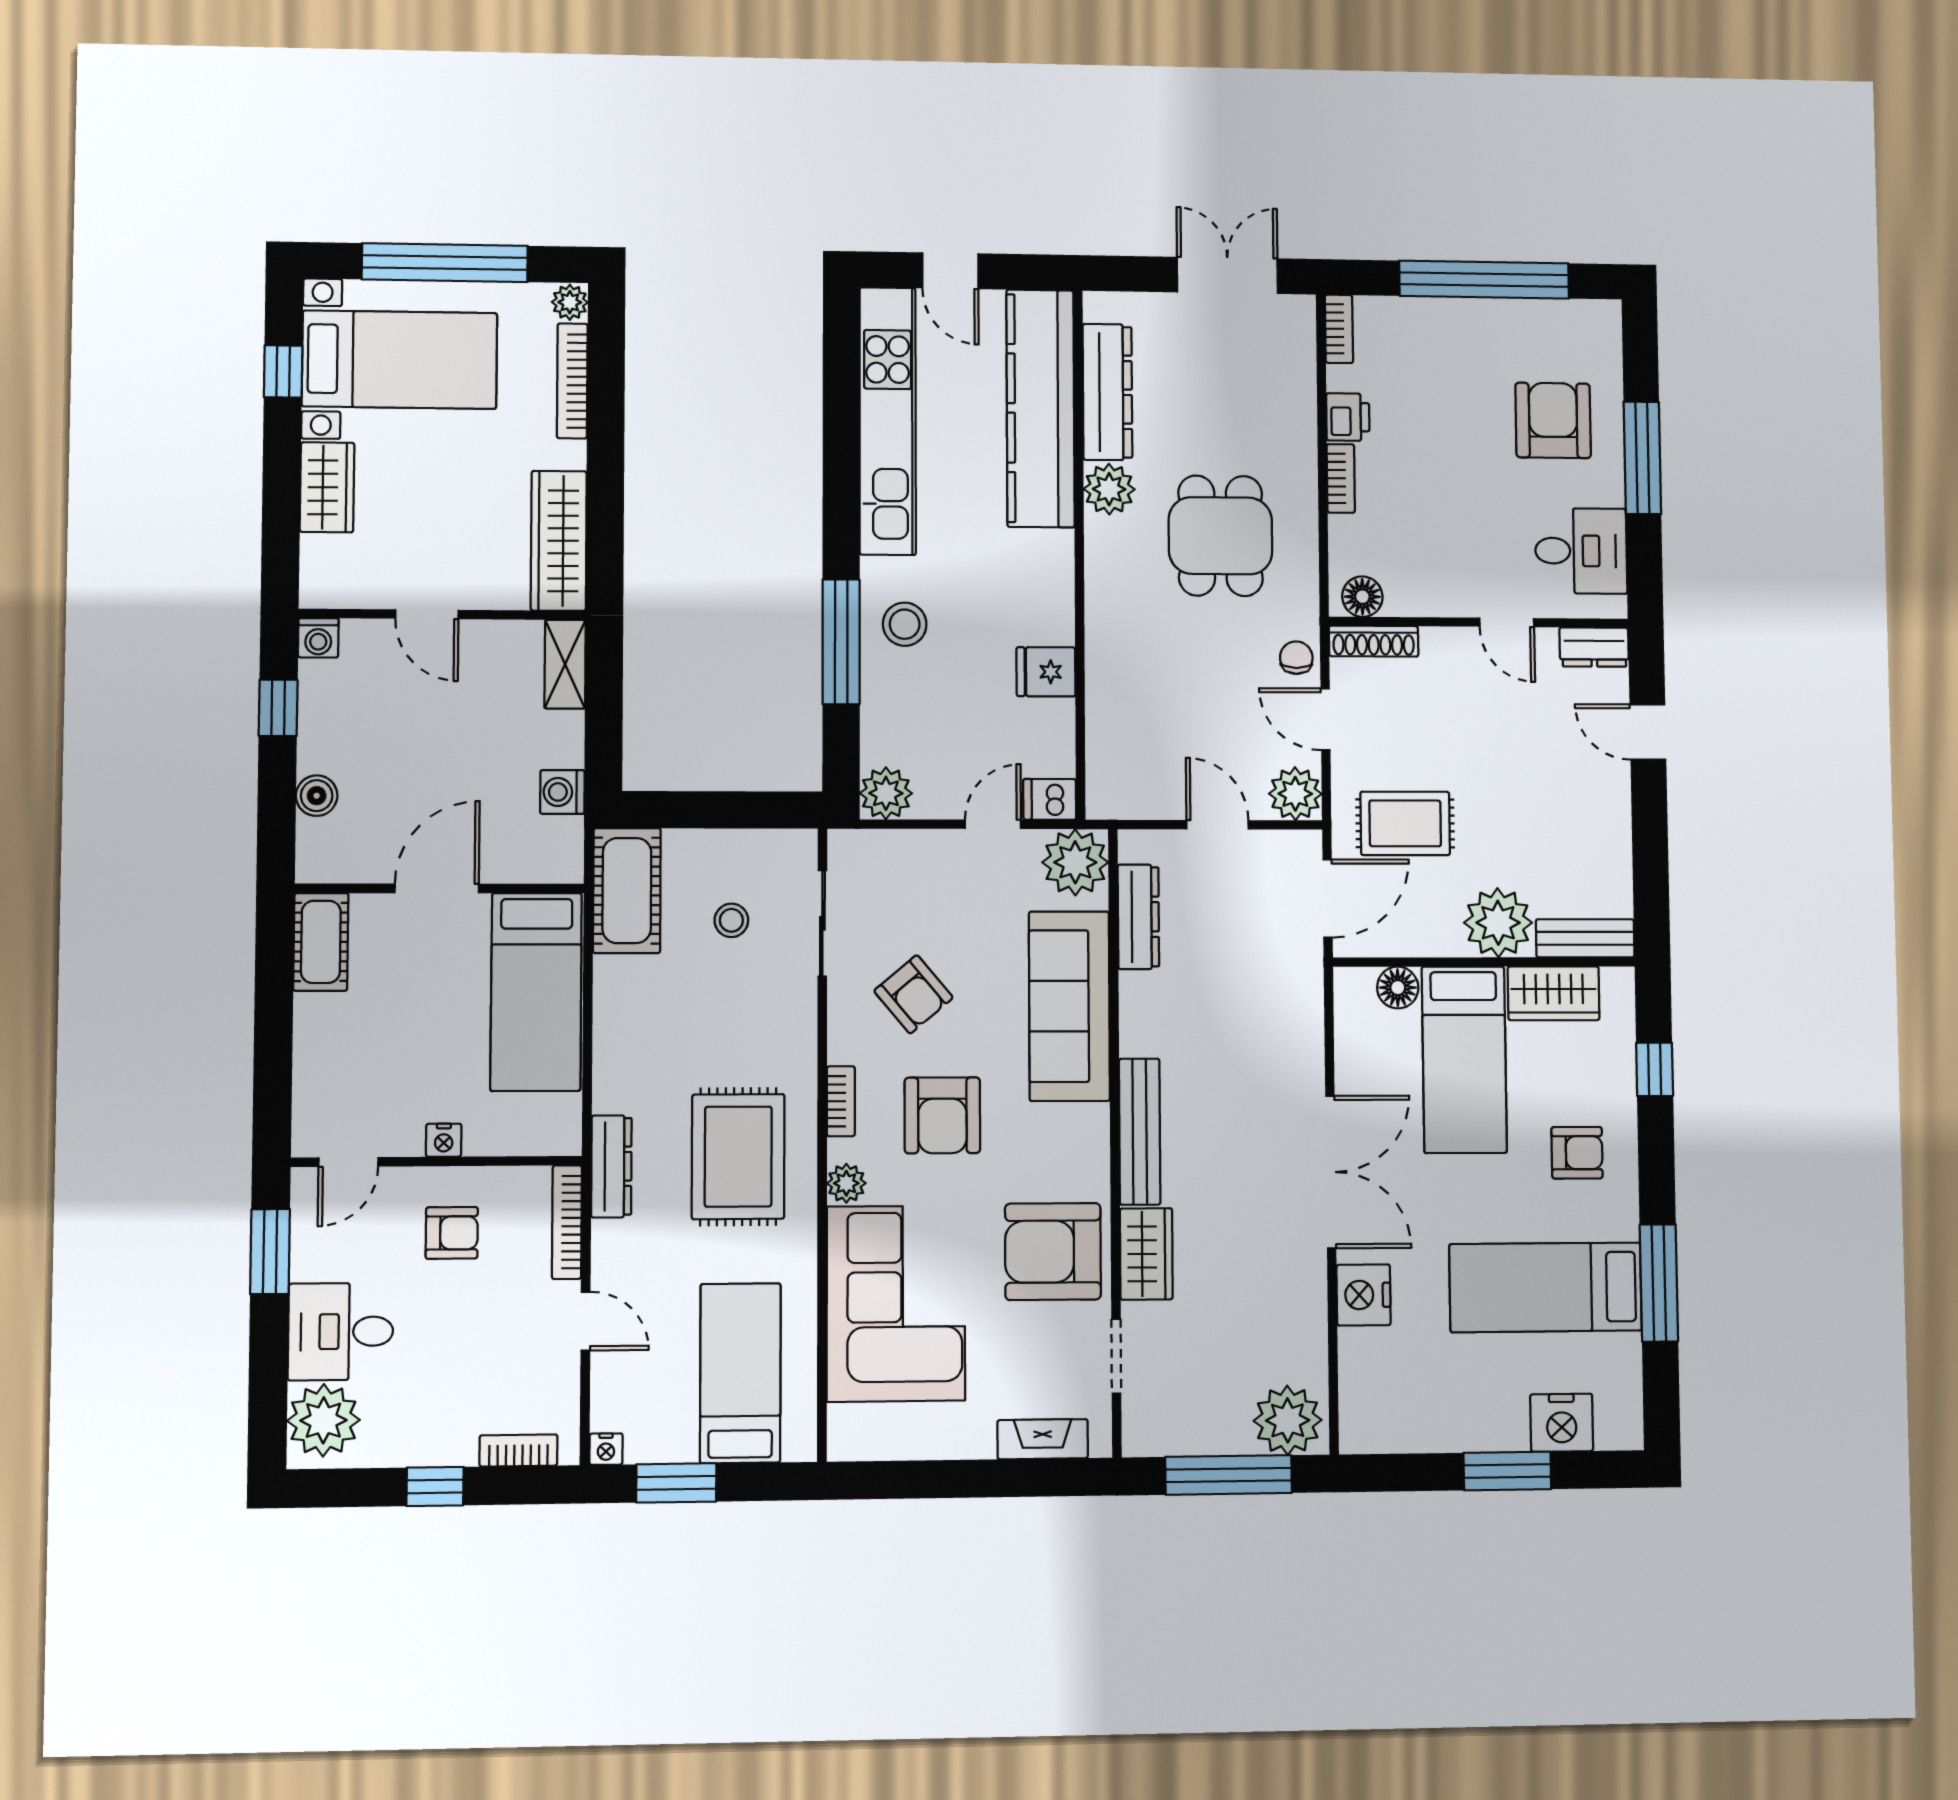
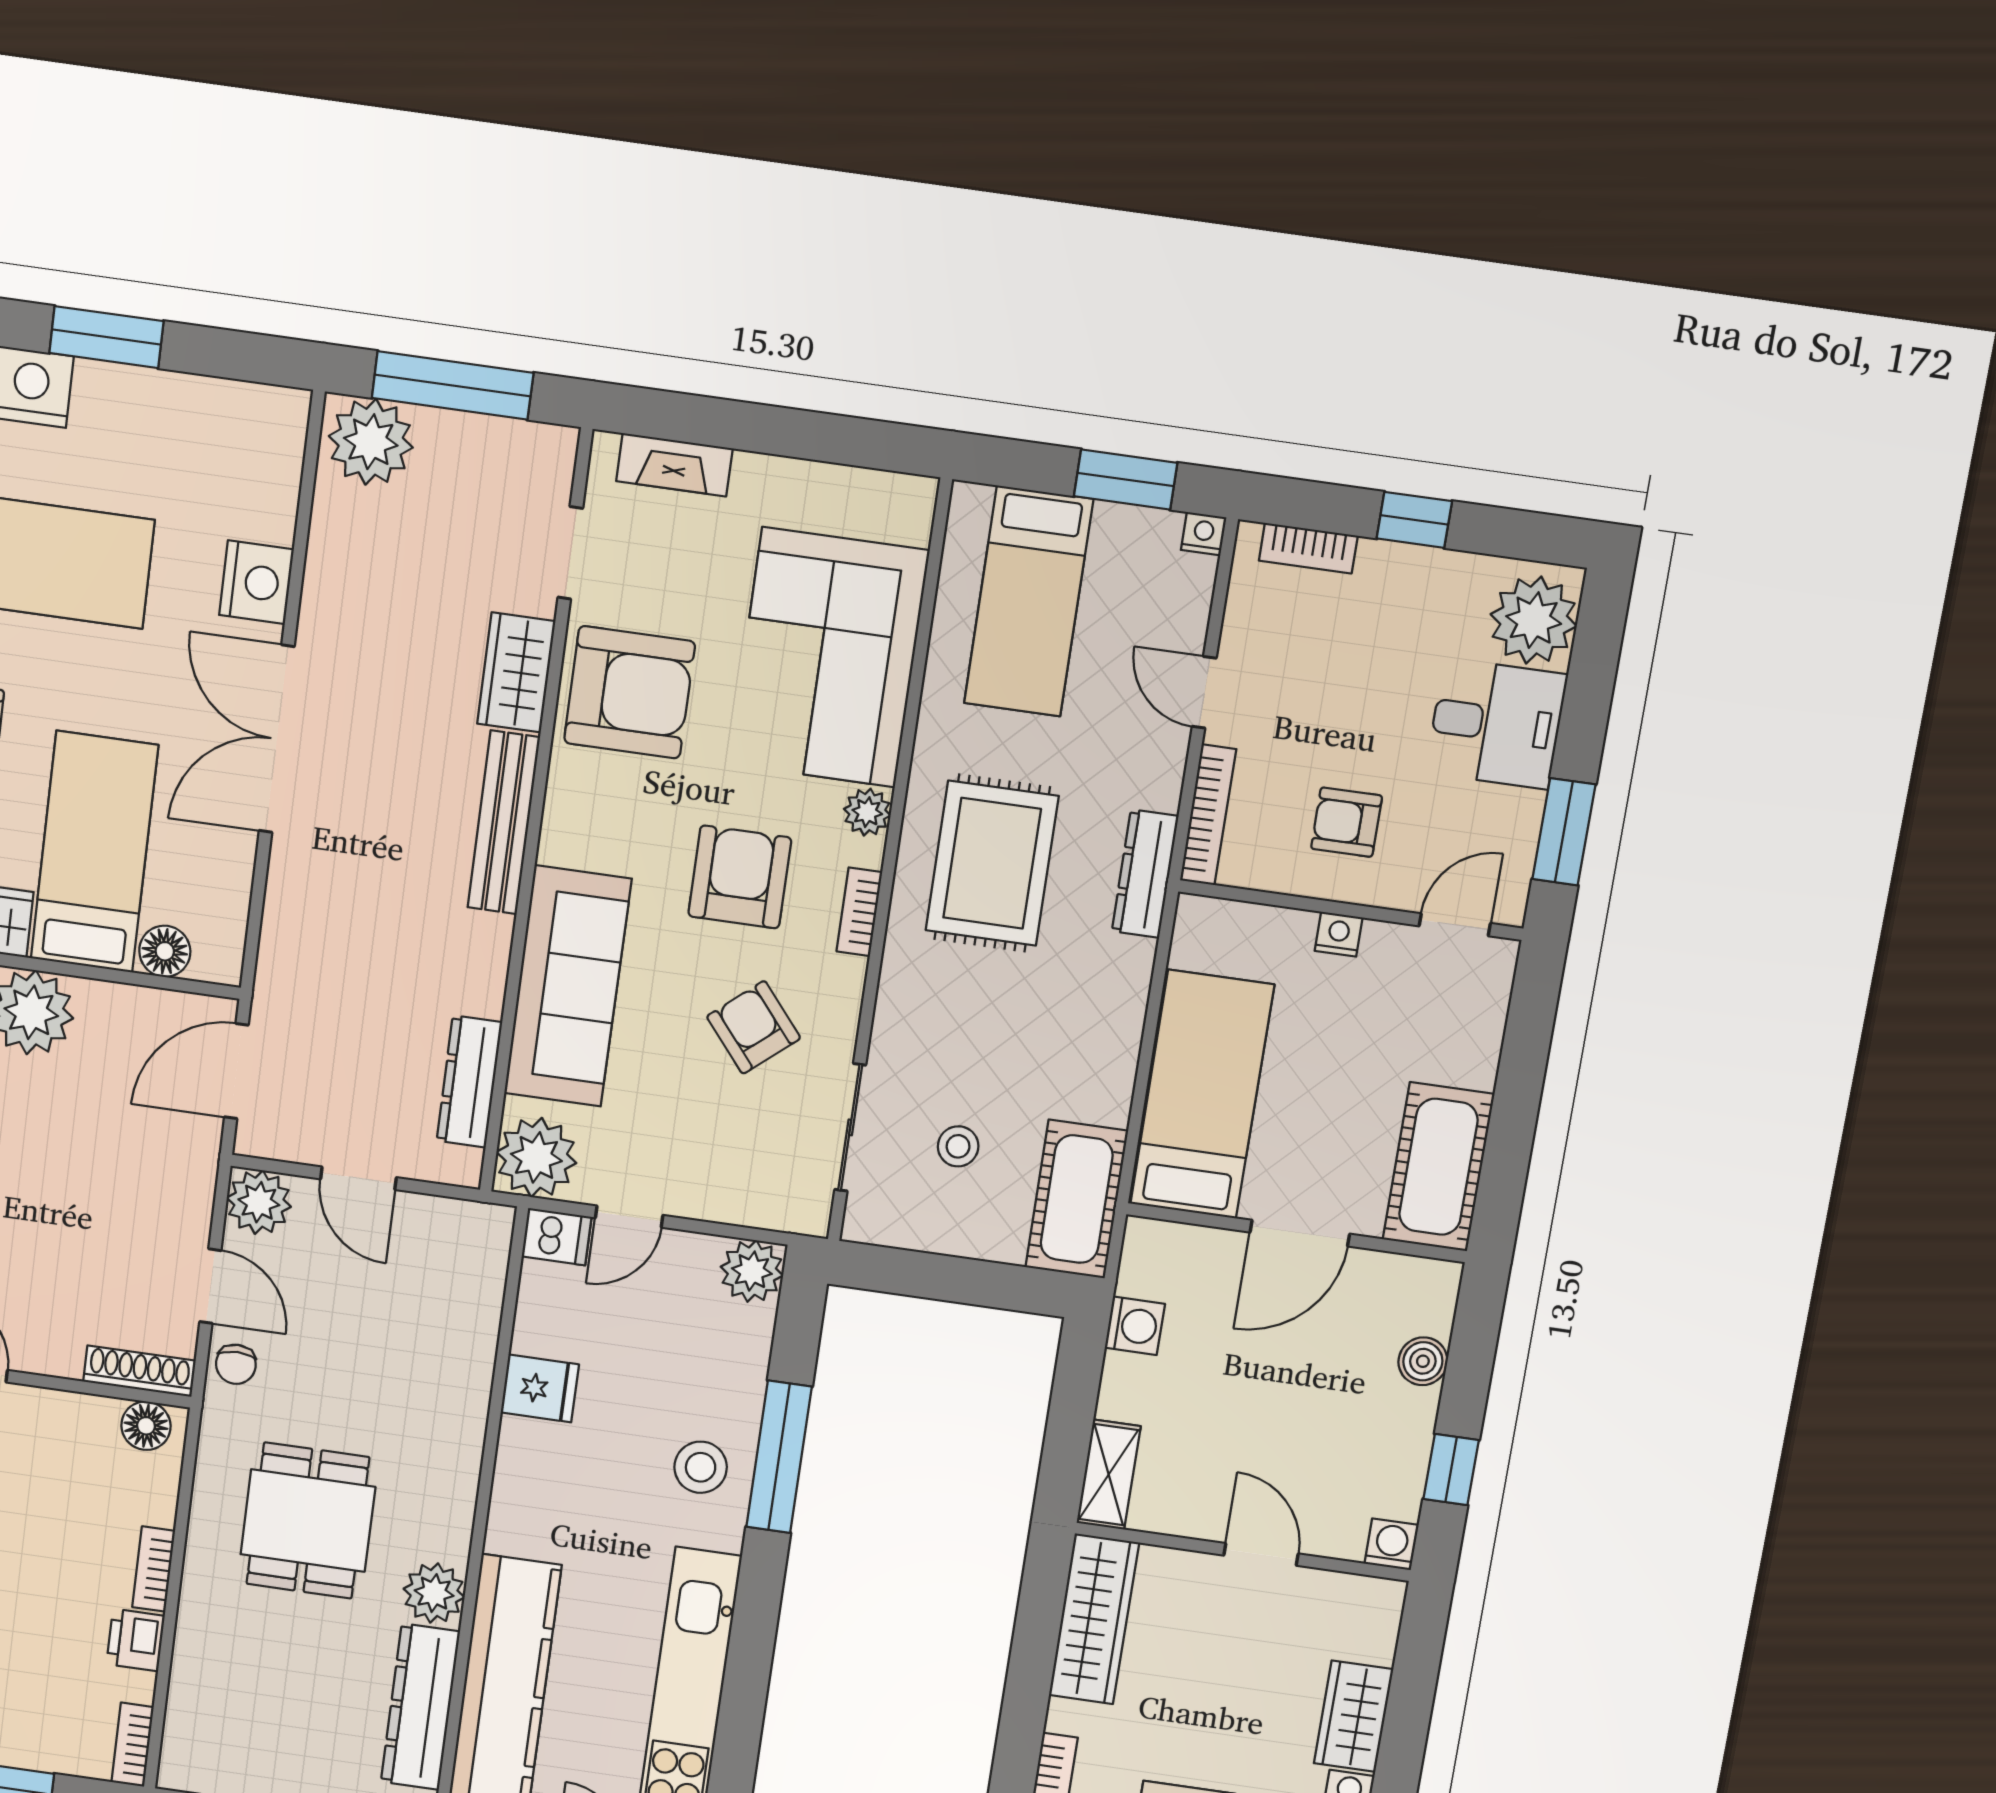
rug: (1405, 823) -> (130, 1148), removed
cot: (321, 942) -> (1438, 1167), width x1.37, depth x1.34

